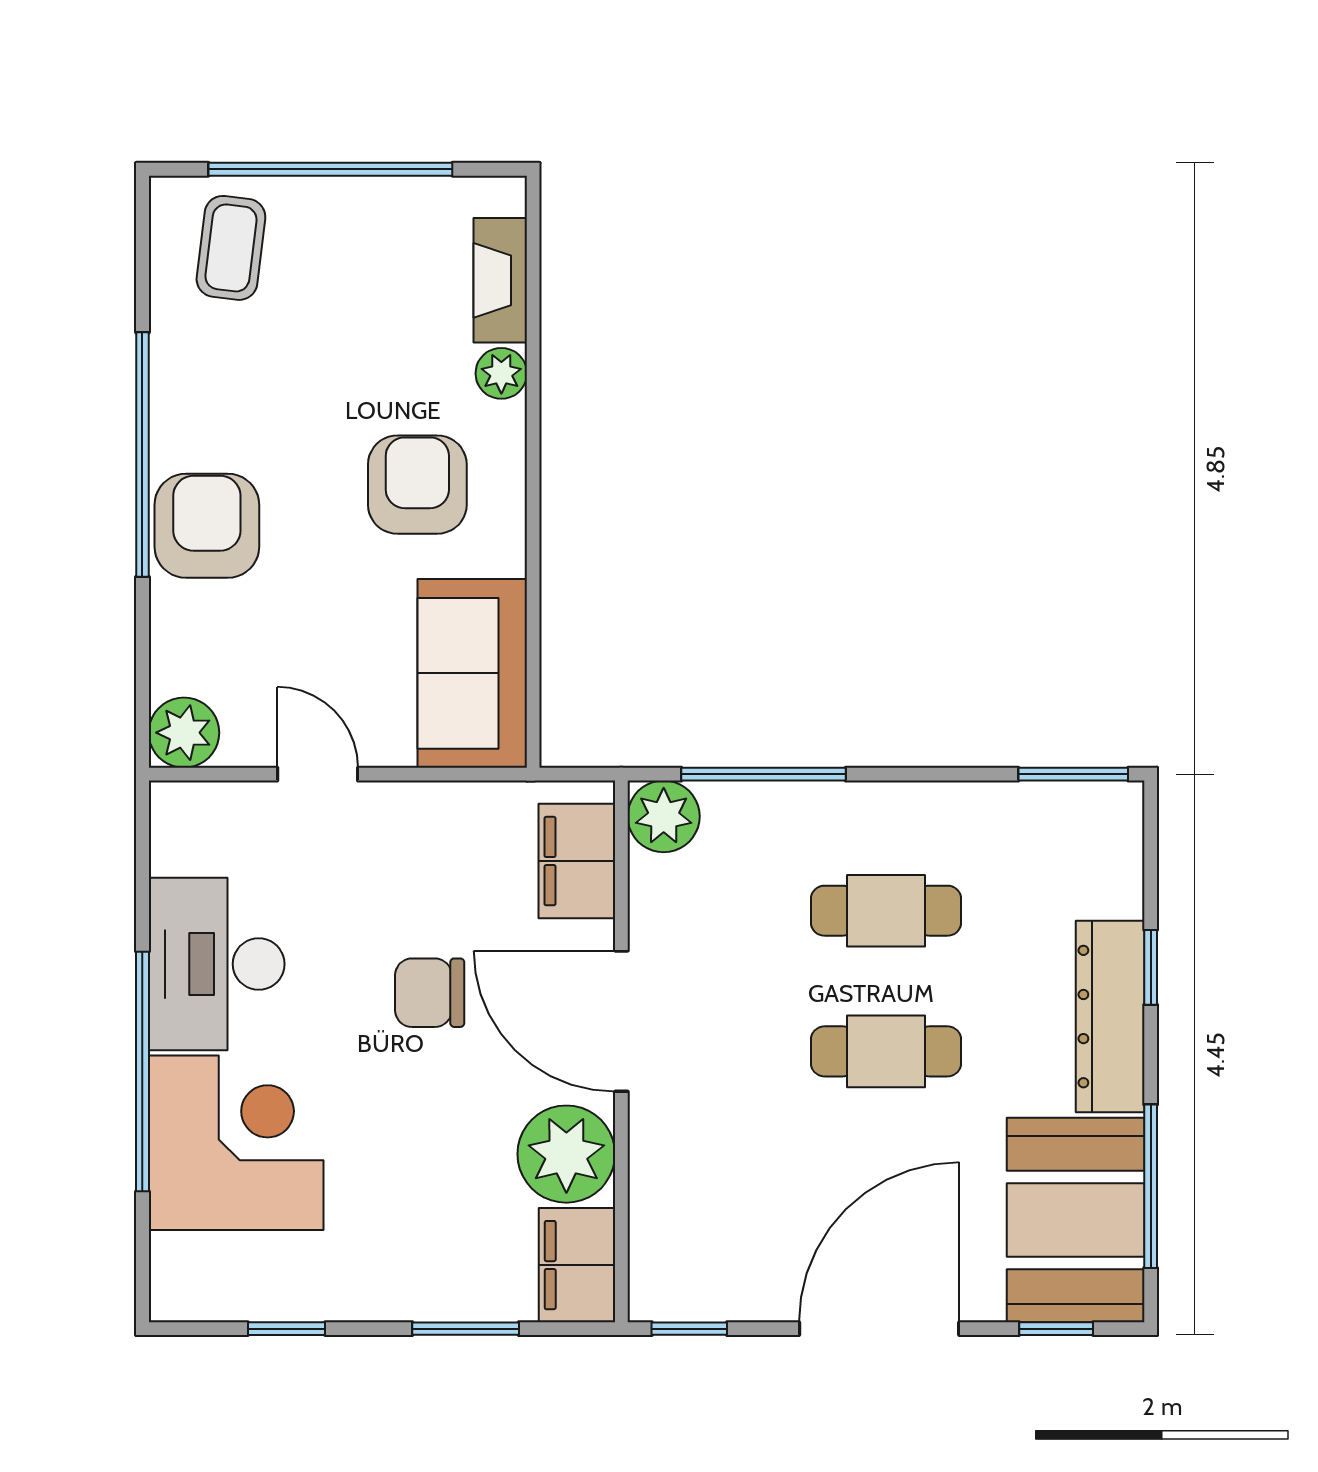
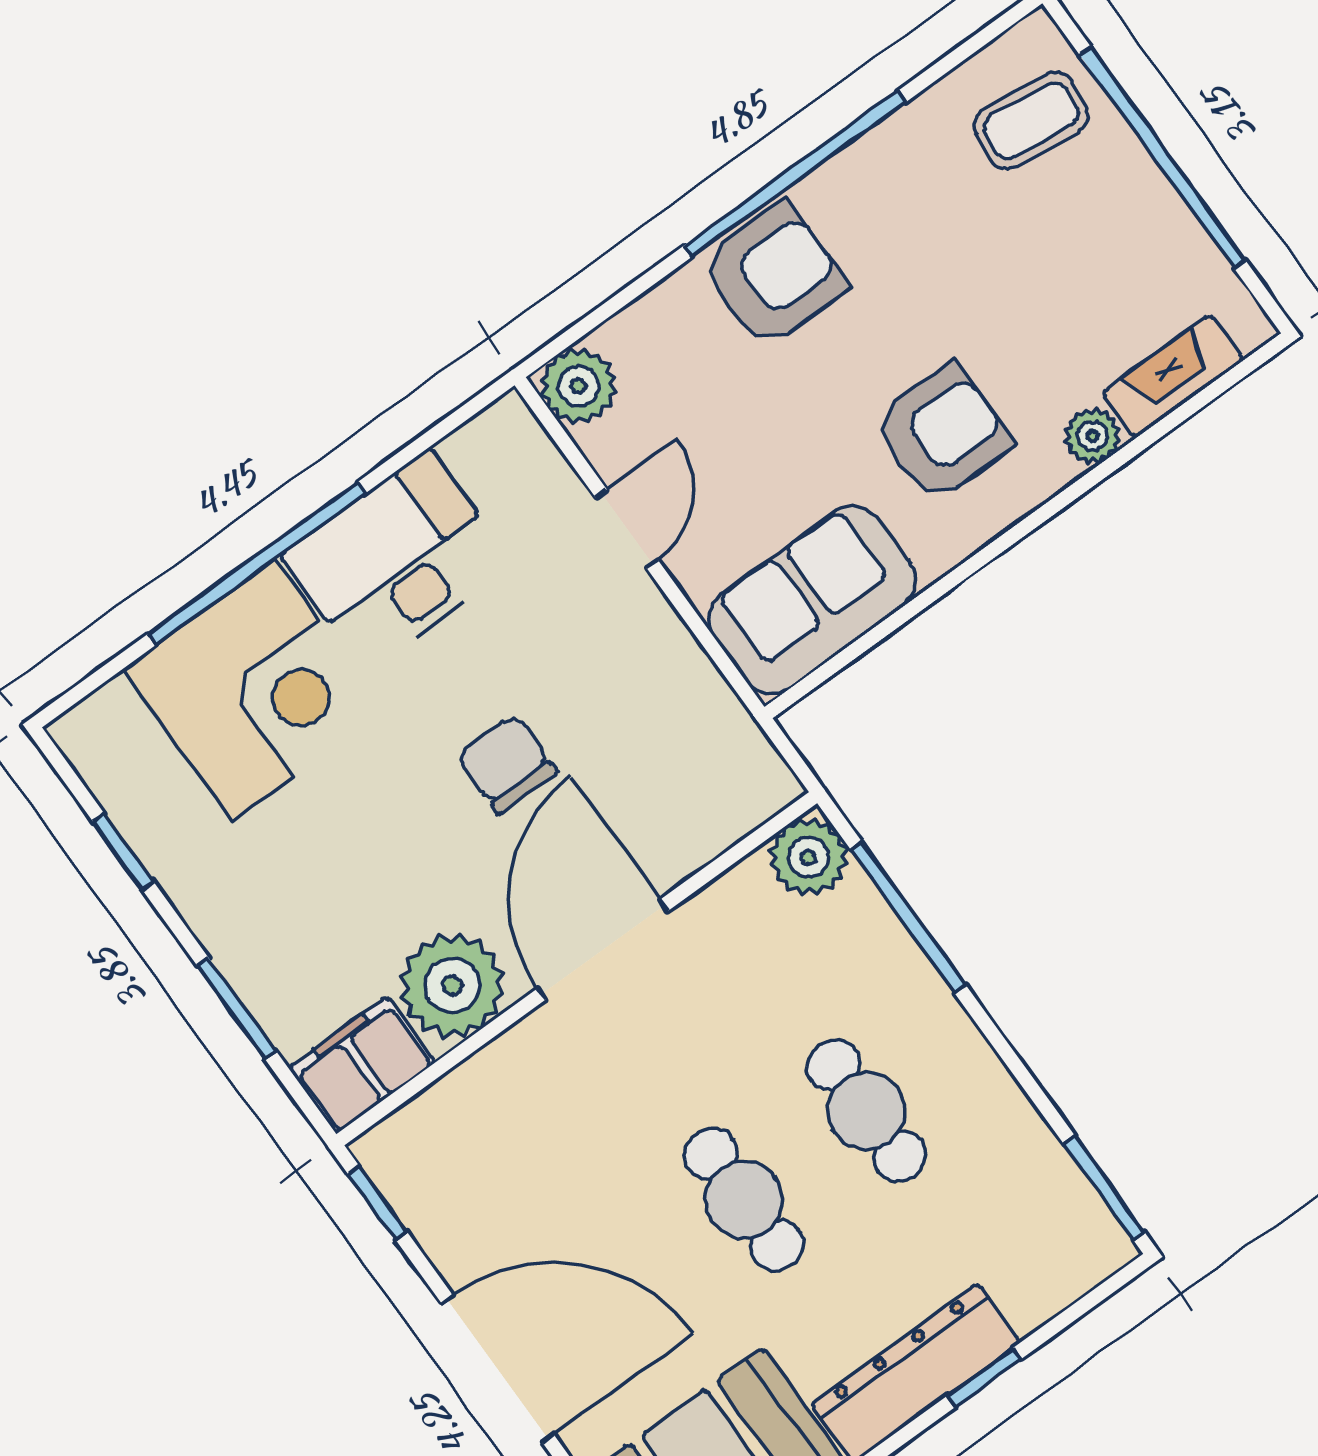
filing cabinet: (577, 861) -> (715, 810), removed

